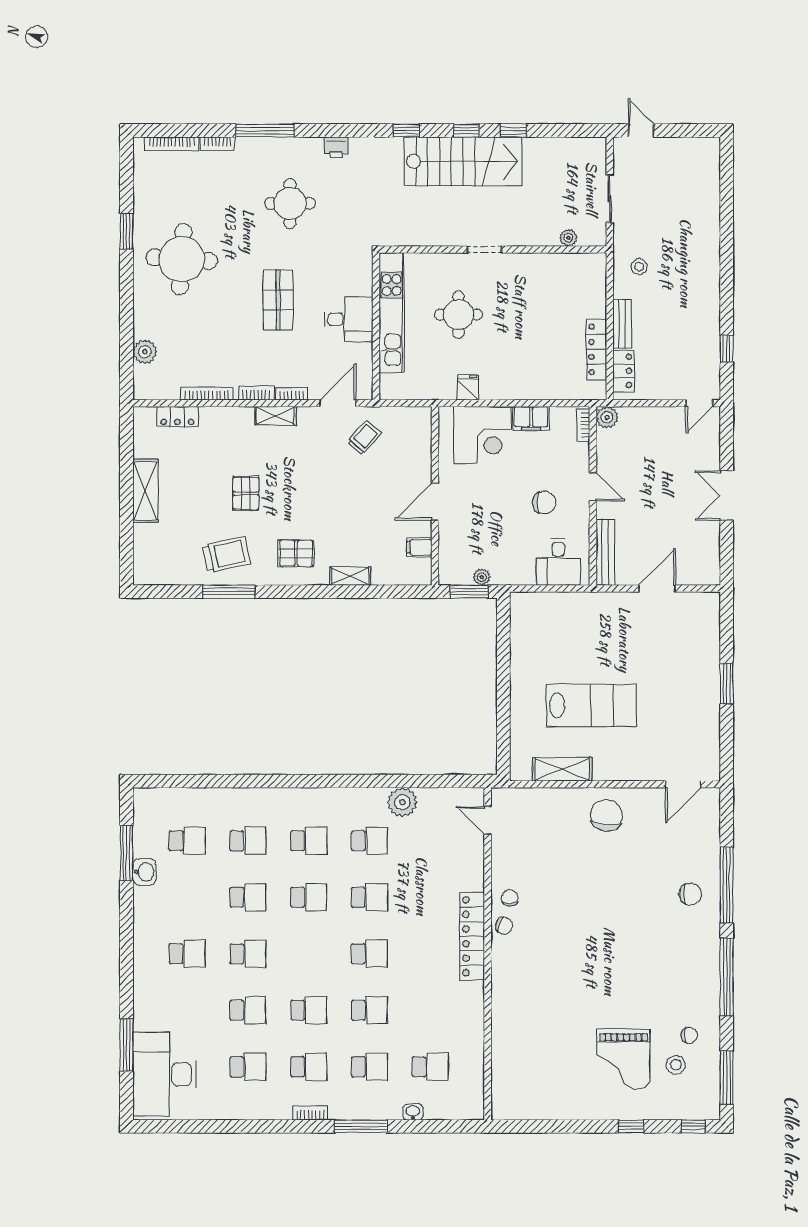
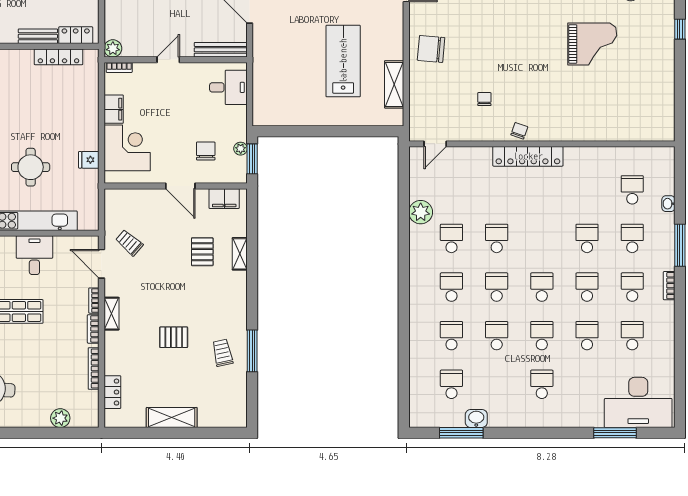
chair: (544, 502) -> (206, 151), moved
filing cabinet: (419, 547) -> (224, 199), width x2.00
pallet: (296, 553) -> (202, 252), moved
trolley: (227, 555) -> (223, 353), width x0.73, depth x0.72
chair: (510, 898) -> (484, 99), moved, turned 90
school desk: (369, 954) -> (542, 287), moved
grand piano: (623, 1059) -> (592, 44), moved

